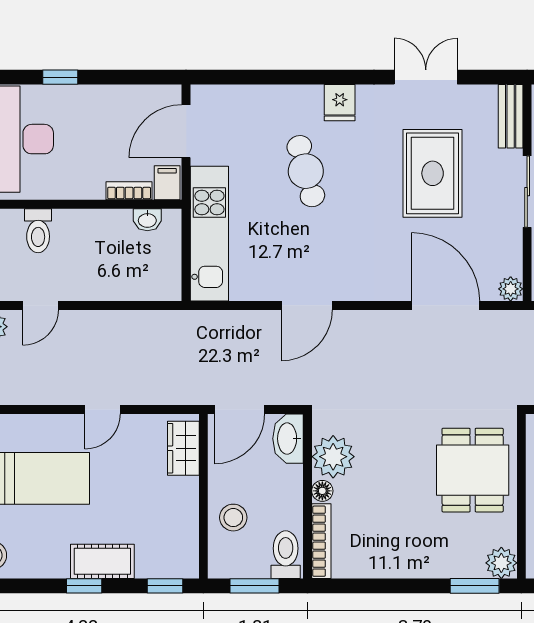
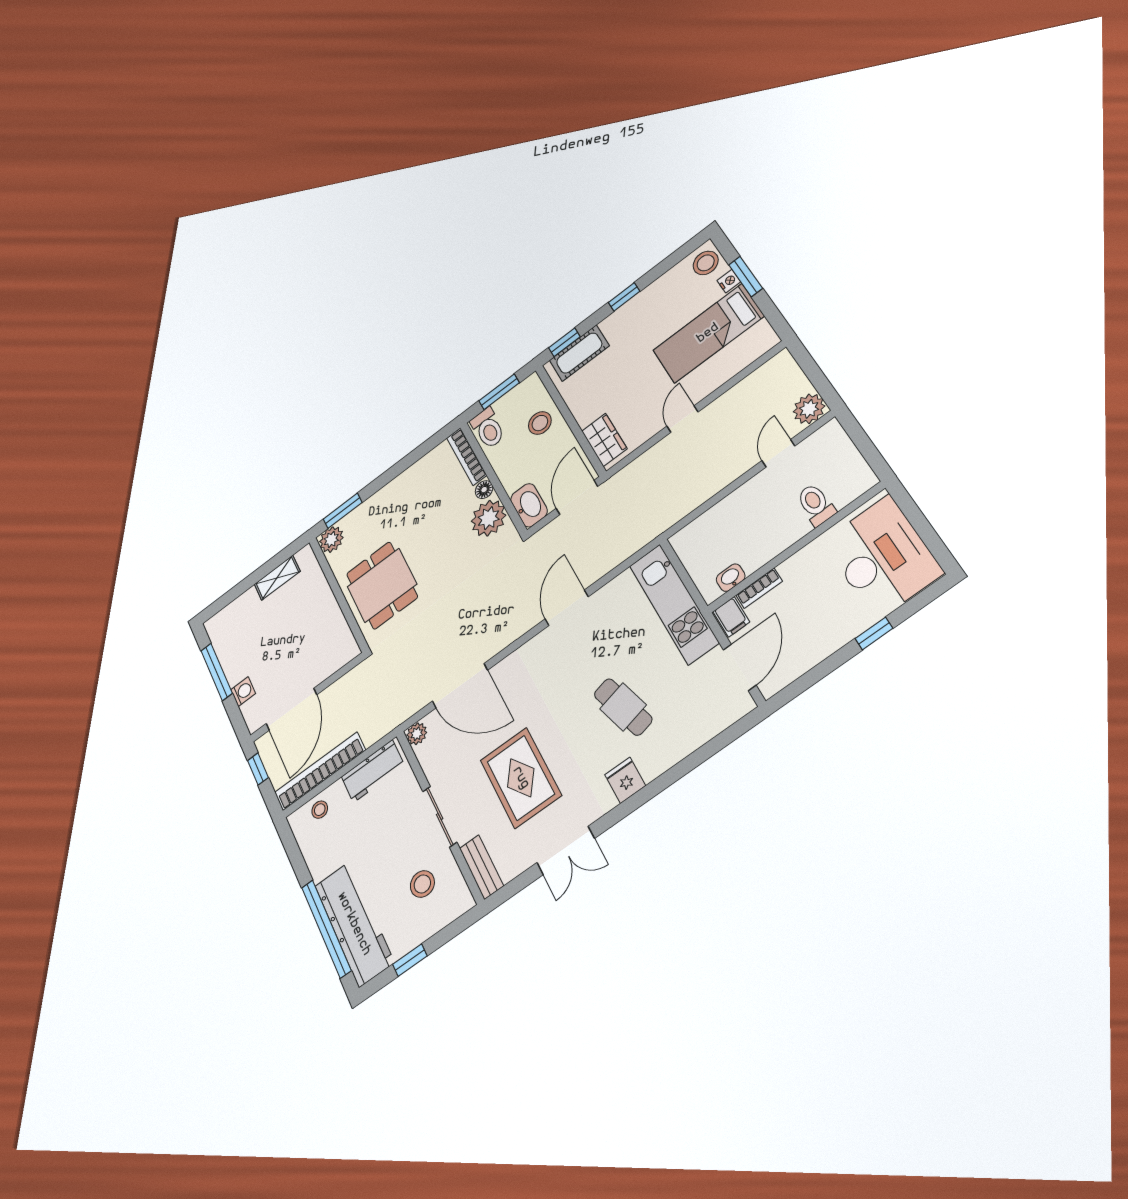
cot: (102, 561) -> (579, 353), moved

